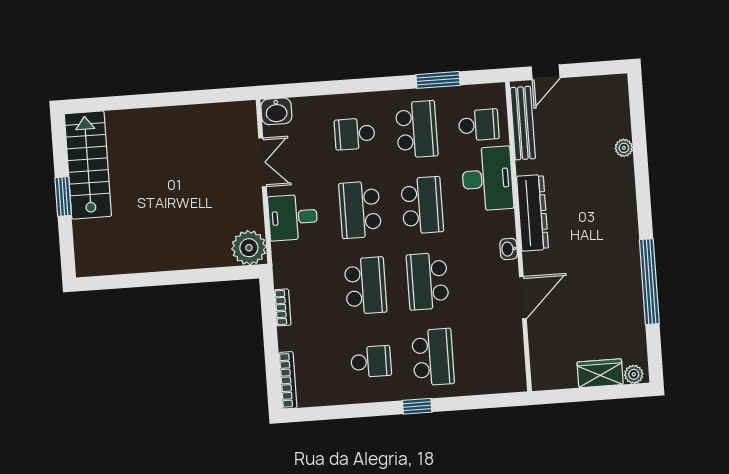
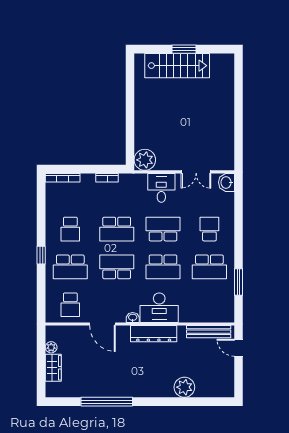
school desk: (479, 125) -> (70, 305), moved
plant: (624, 148) -> (184, 387), width x1.87, depth x1.87
stairs: (88, 165) -> (177, 66), moved
desk: (487, 179) -> (159, 308), moved
plant: (634, 374) -> (51, 347), moved

